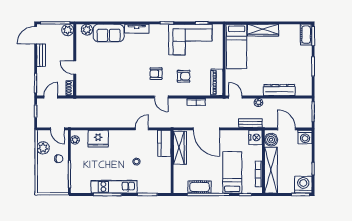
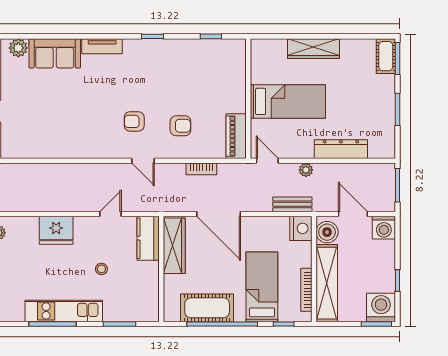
corner sofa: (190, 40) -> (192, 64), removed
bed: (237, 46) -> (288, 101), moved, turned -90
fridge: (98, 139) -> (56, 230), moved
cot: (199, 187) -> (207, 308), width x1.37, depth x1.34

